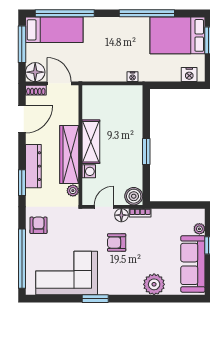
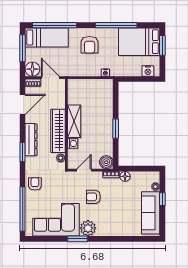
armchair: (111, 40) -> (90, 45), added
floor lamp: (121, 215) -> (125, 176), moved
plant: (154, 284) -> (88, 228), moved

